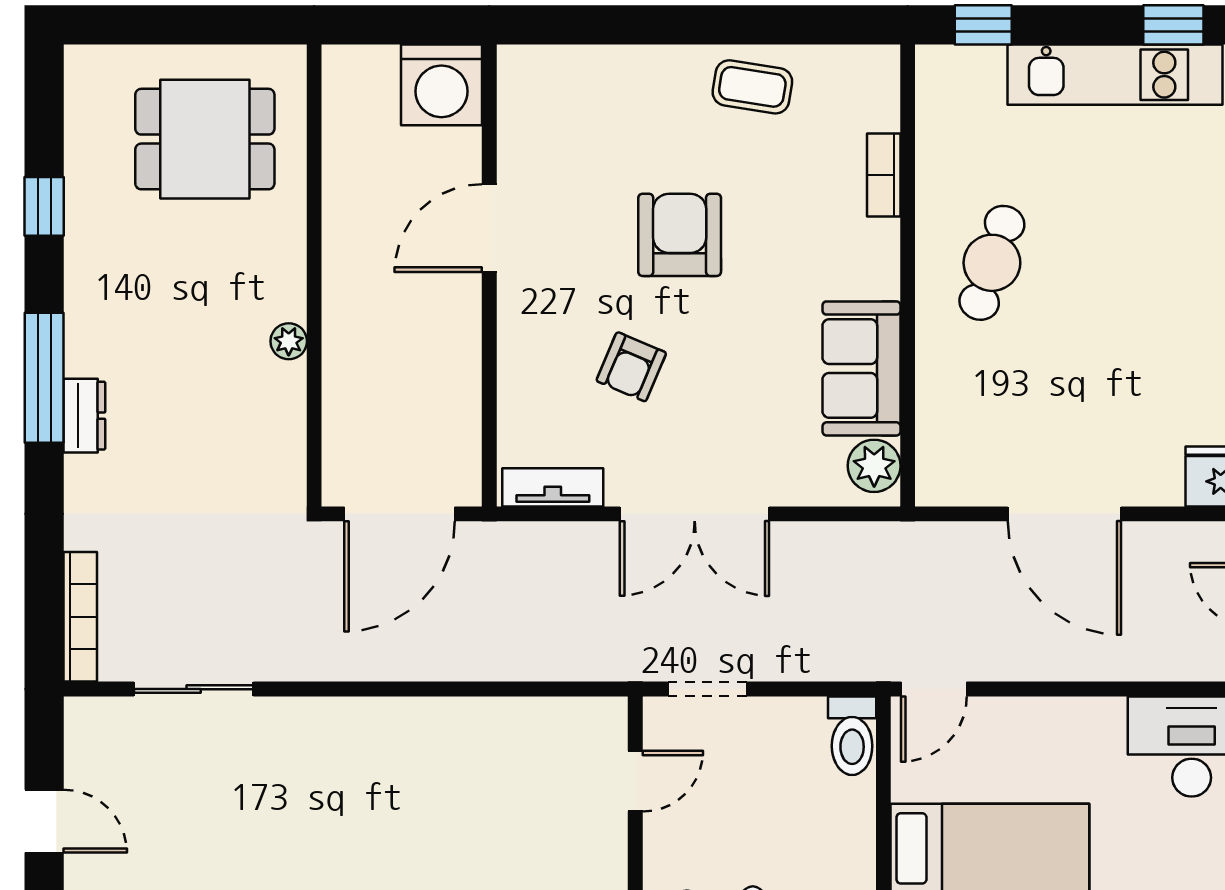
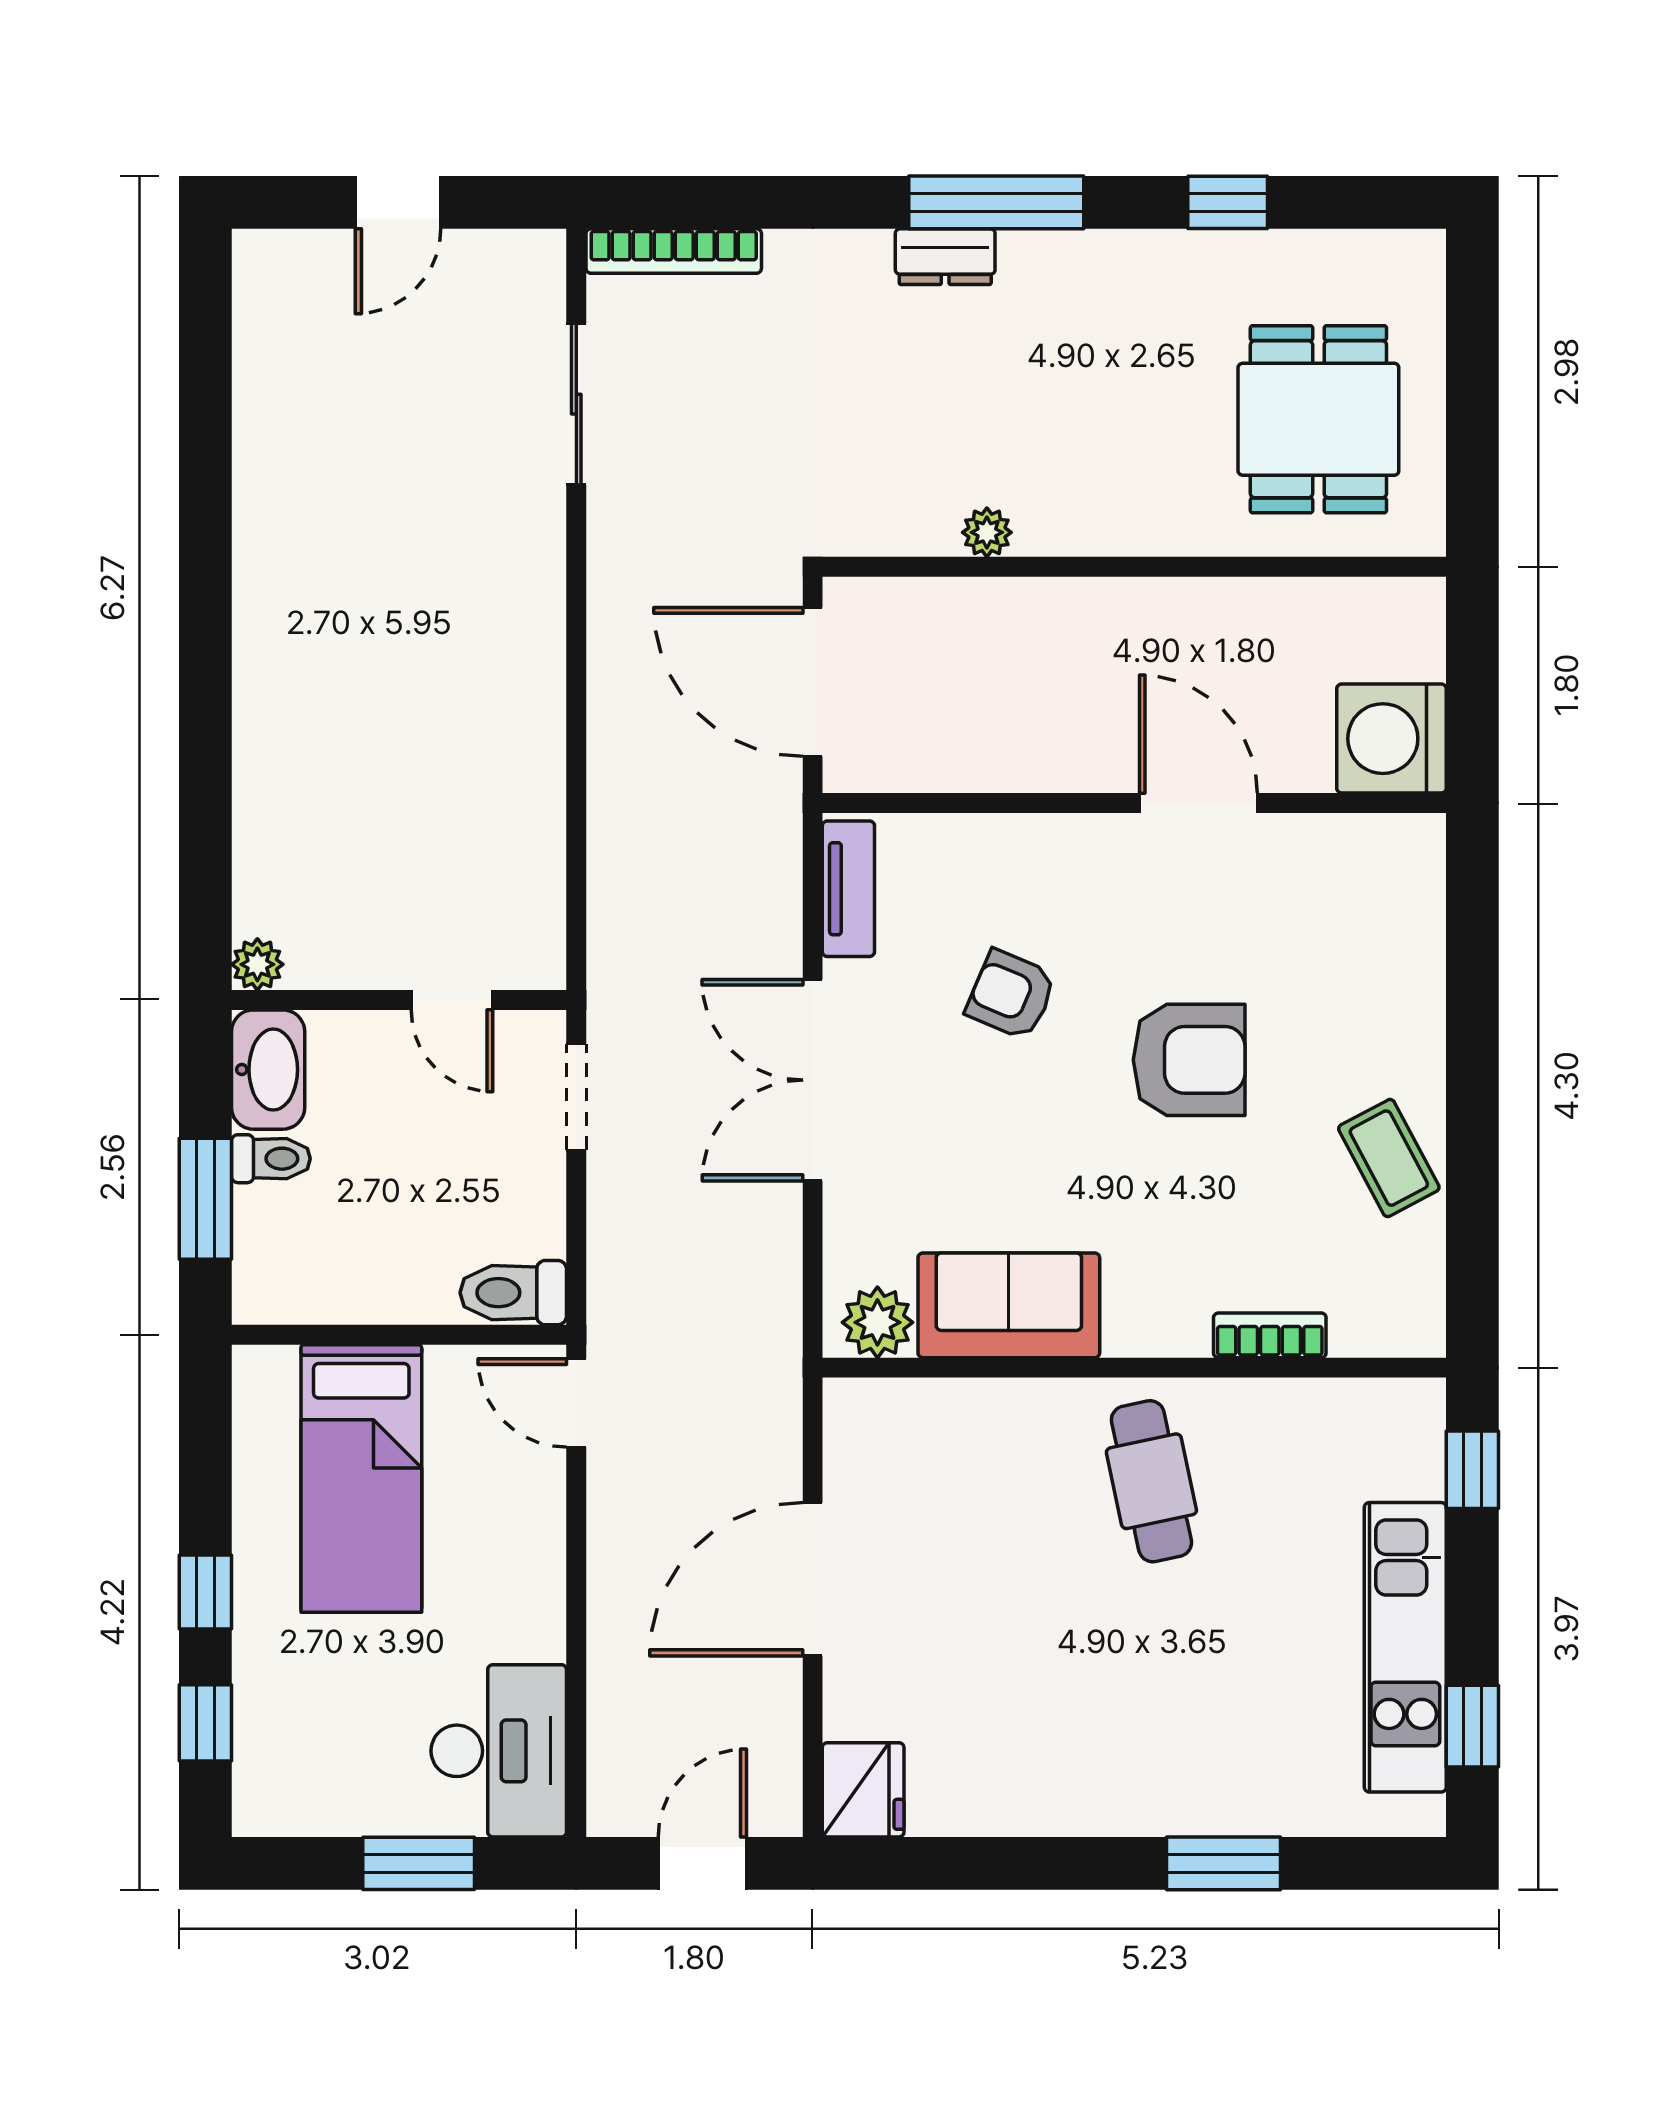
coffee table: (752, 87) -> (1389, 1158), turned -37
cafe table: (992, 263) -> (1151, 1481), turned 60
plant: (289, 341) -> (987, 532), moved

